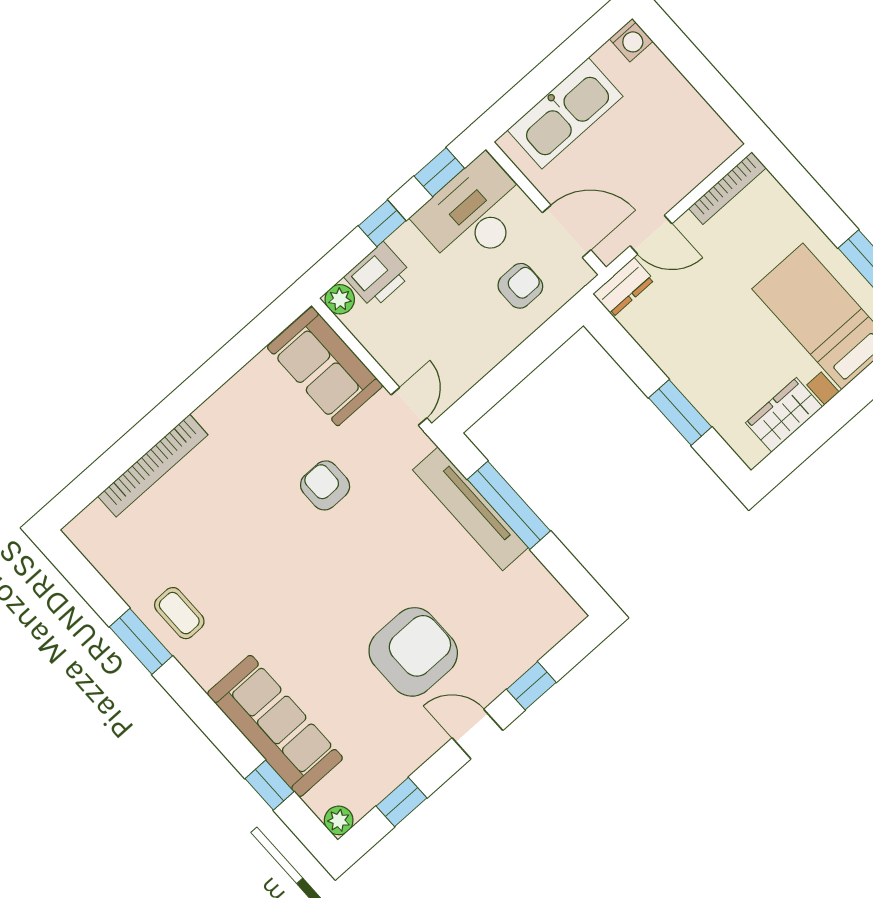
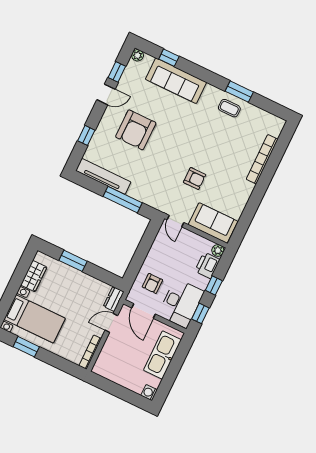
door: (567, 231) -> (144, 311), hinge flipped
tv unit: (470, 509) -> (103, 176), moved
door: (477, 734) -> (106, 94), moved

